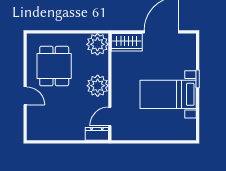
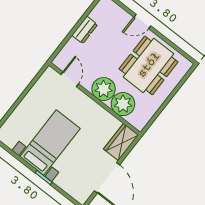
plant: (97, 44) -> (123, 104), moved
dining table: (54, 66) -> (149, 65), width x1.38
dresser: (97, 134) -> (85, 30), moved

